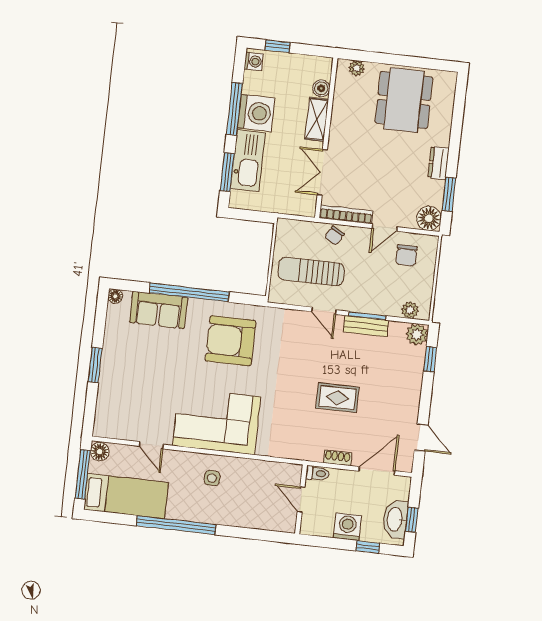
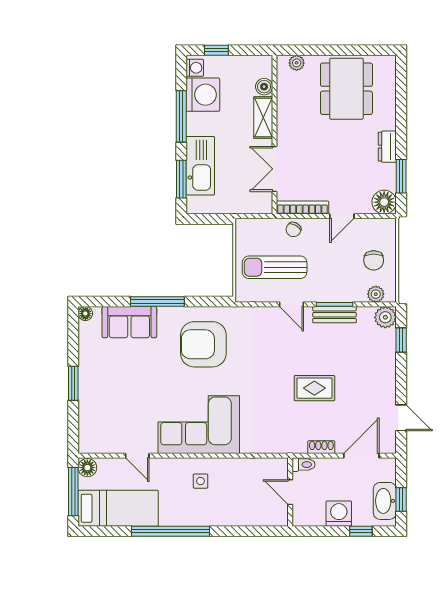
washing machine: (256, 113) -> (203, 95), moved
chair: (406, 255) -> (374, 260), moved
window: (189, 292) -> (157, 301), width x0.68

